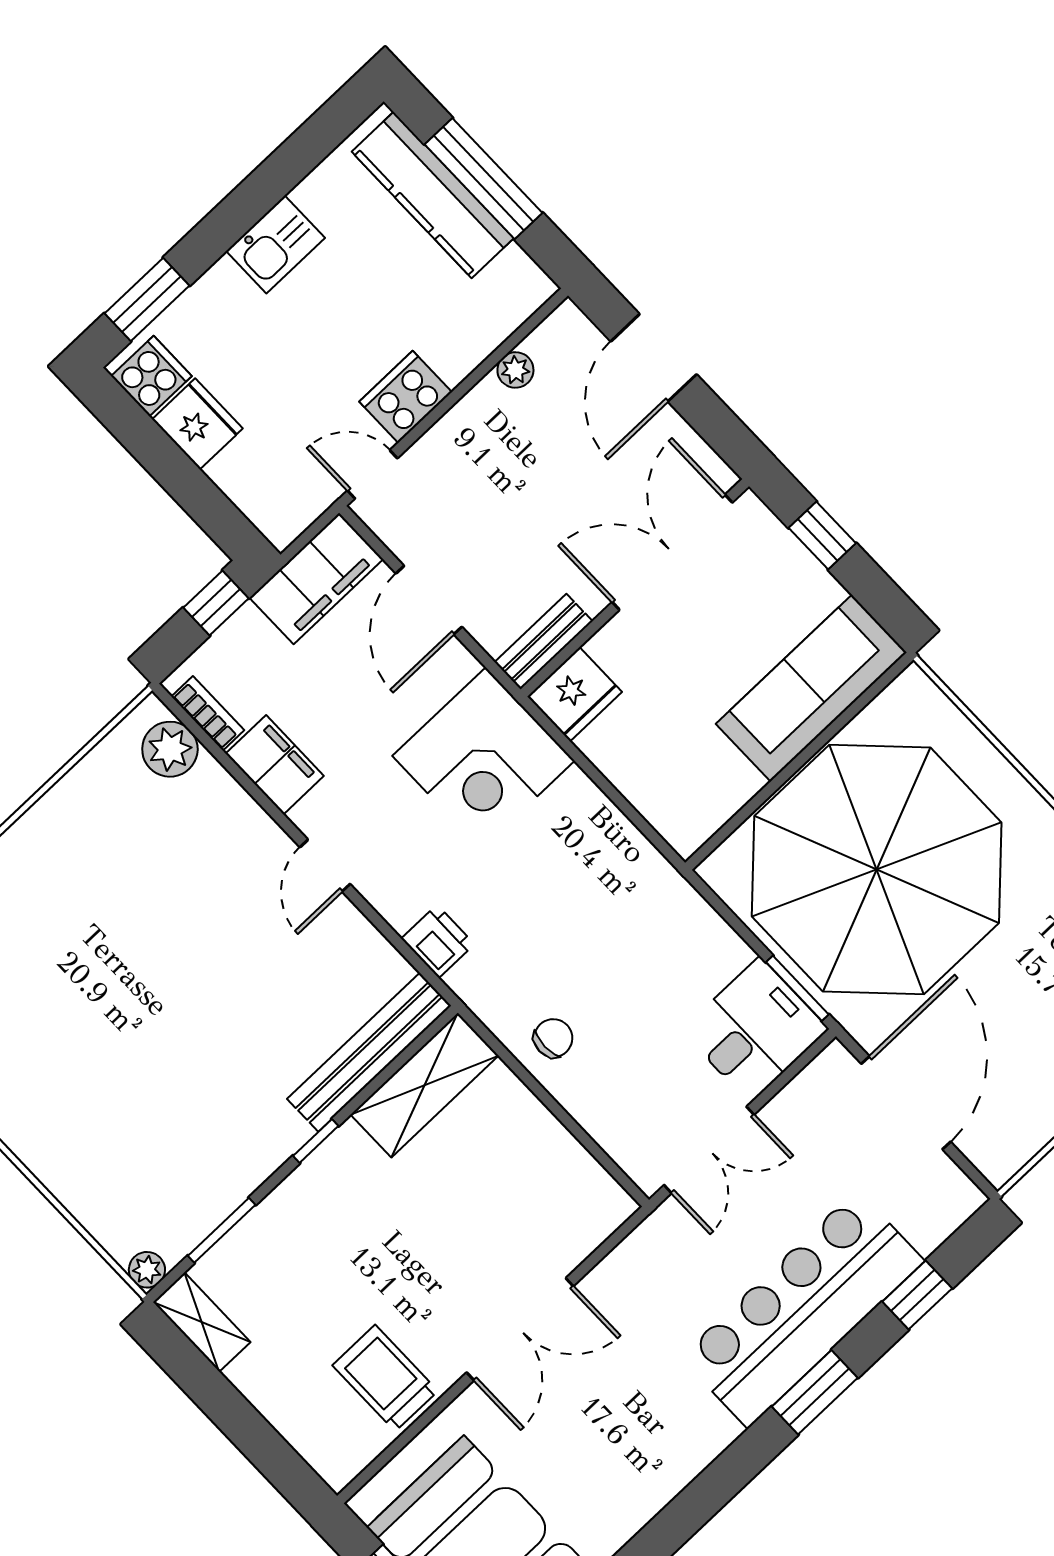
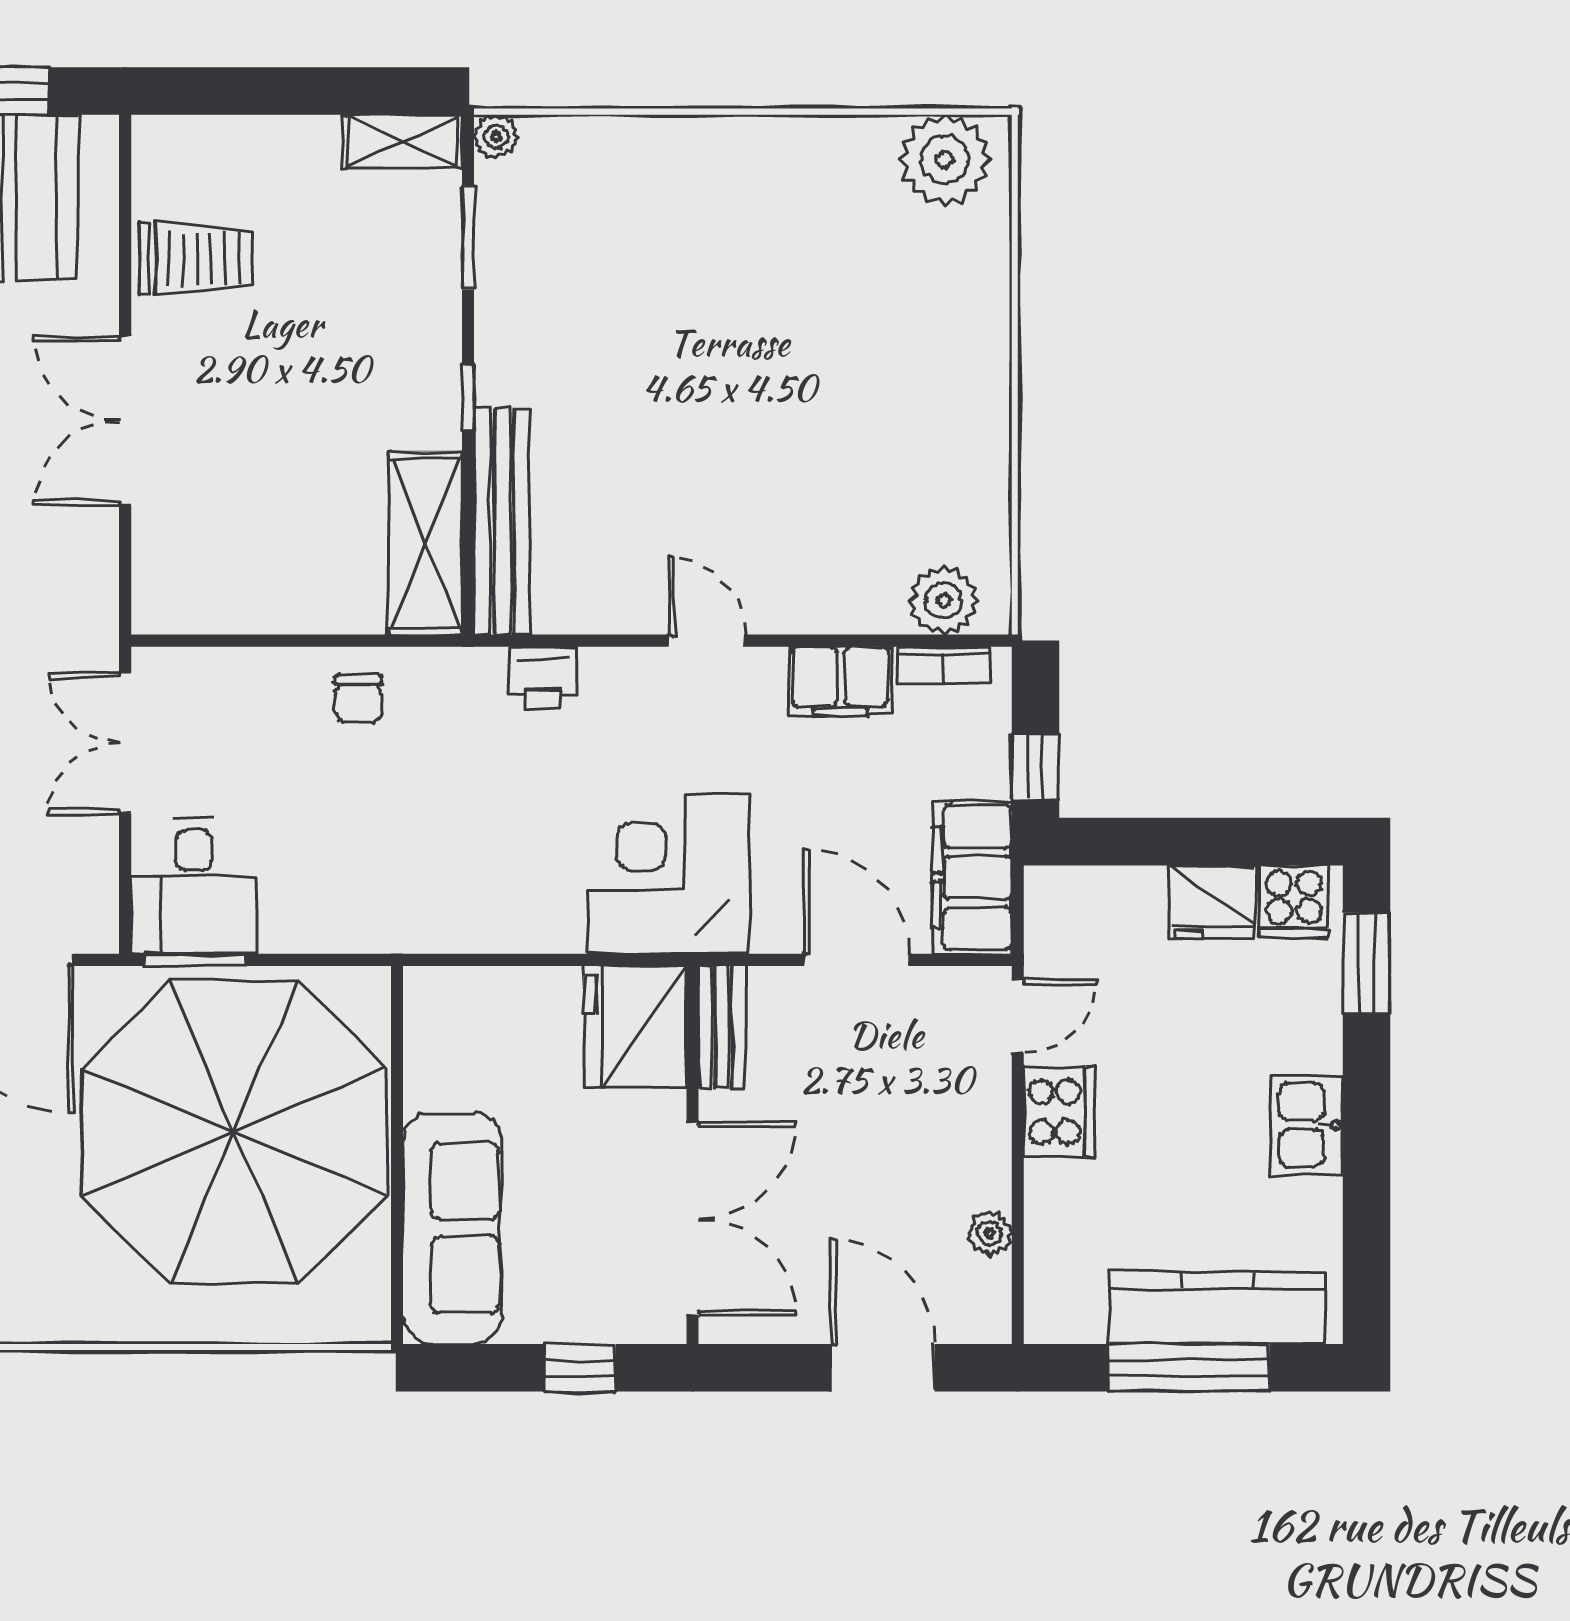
fridge: (575, 694) -> (635, 1026), width x1.36, depth x1.34

